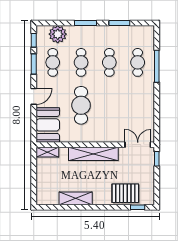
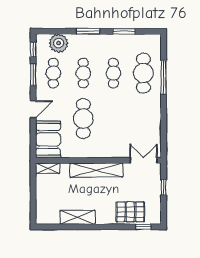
cafe table: (138, 62) -> (143, 73), width x1.37, depth x1.35
window: (157, 159) -> (164, 187), moved

